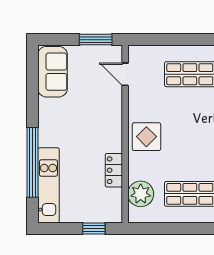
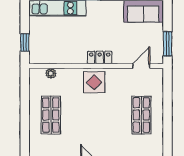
locker: (114, 170) -> (100, 58), moved
plant: (141, 194) -> (51, 73), width x0.53, depth x0.53

